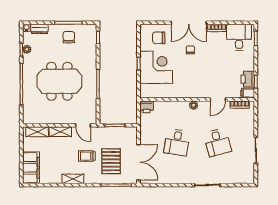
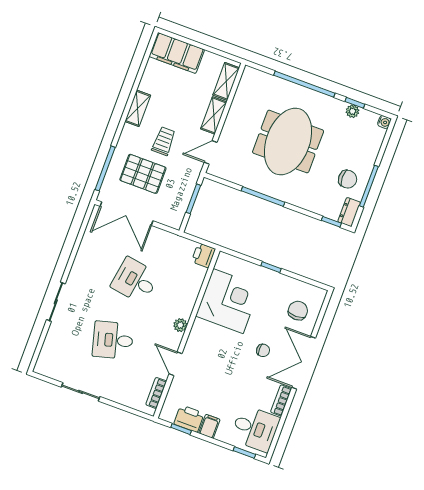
dresser: (39, 29) -> (349, 212), moved
corner desk: (156, 67) -> (228, 301), moved, turned -90
filing cabinet: (248, 93) -> (209, 426), moved

